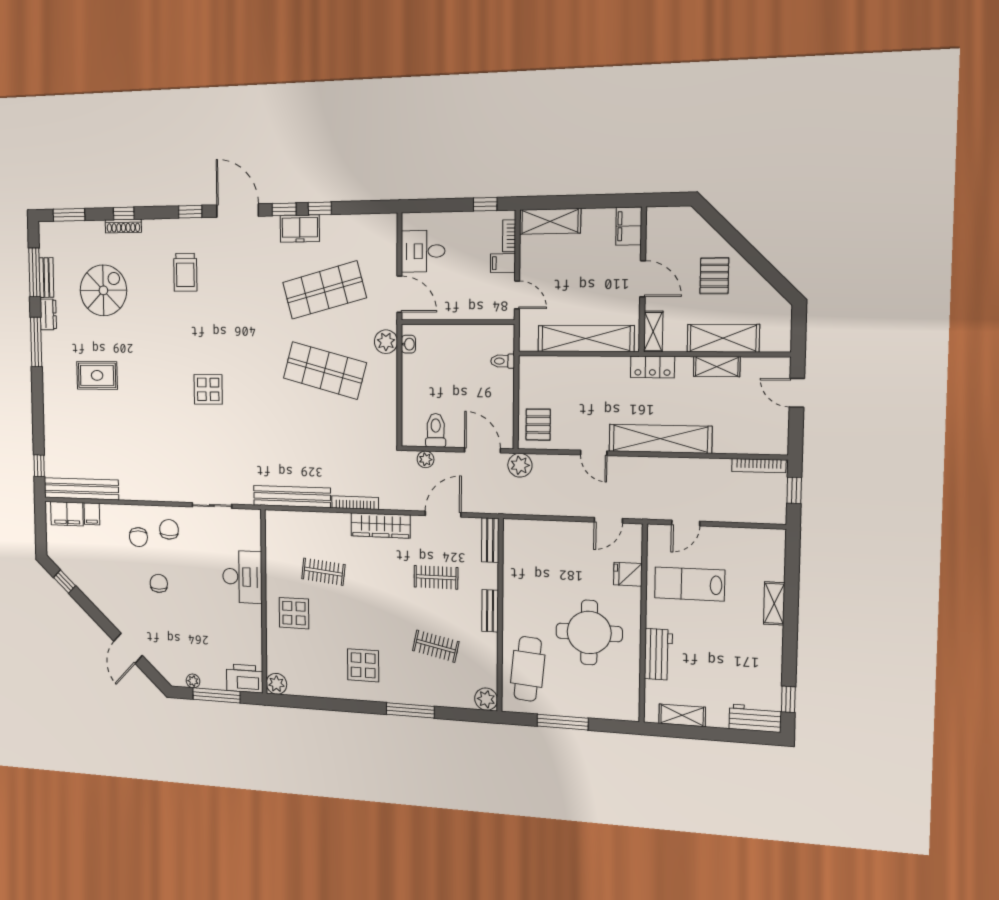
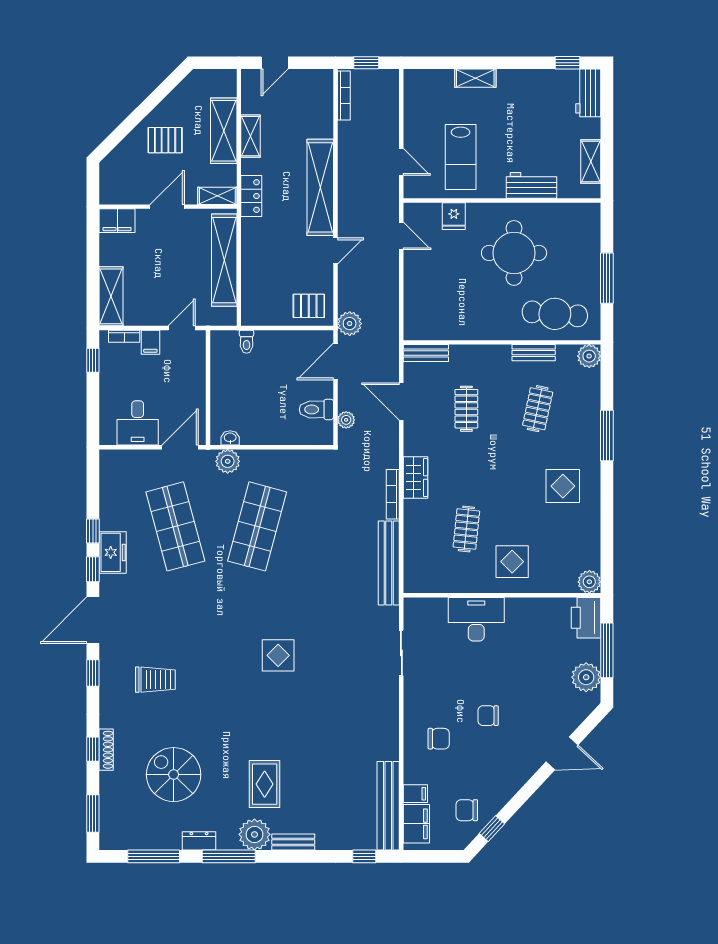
bench: (46, 278) -> (293, 842), moved
plant: (55, 366) -> (254, 834), added
wardrobe: (381, 525) -> (415, 477), width x0.67
chair: (169, 529) -> (467, 810), moved
bench: (490, 611) -> (534, 353), moved
plant: (193, 681) -> (586, 677), width x1.87, depth x1.87

